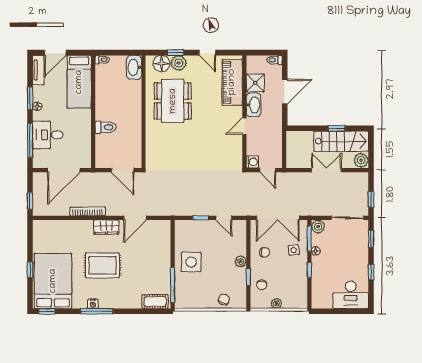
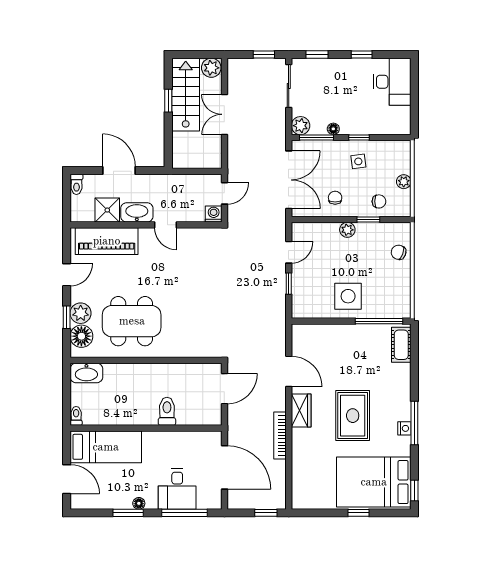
tv unit: (38, 70) -> (90, 502), removed
side table: (294, 250) -> (358, 161), moved

